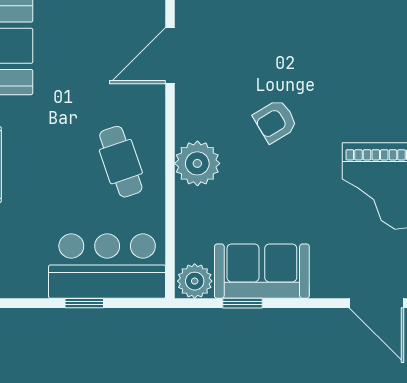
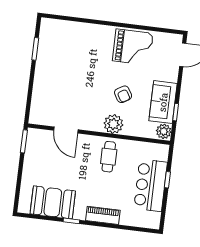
armchair: (275, 121) -> (123, 94), moved
cafe table: (121, 162) -> (109, 157), turned -71
bar counter: (107, 266) -> (151, 185), moved

